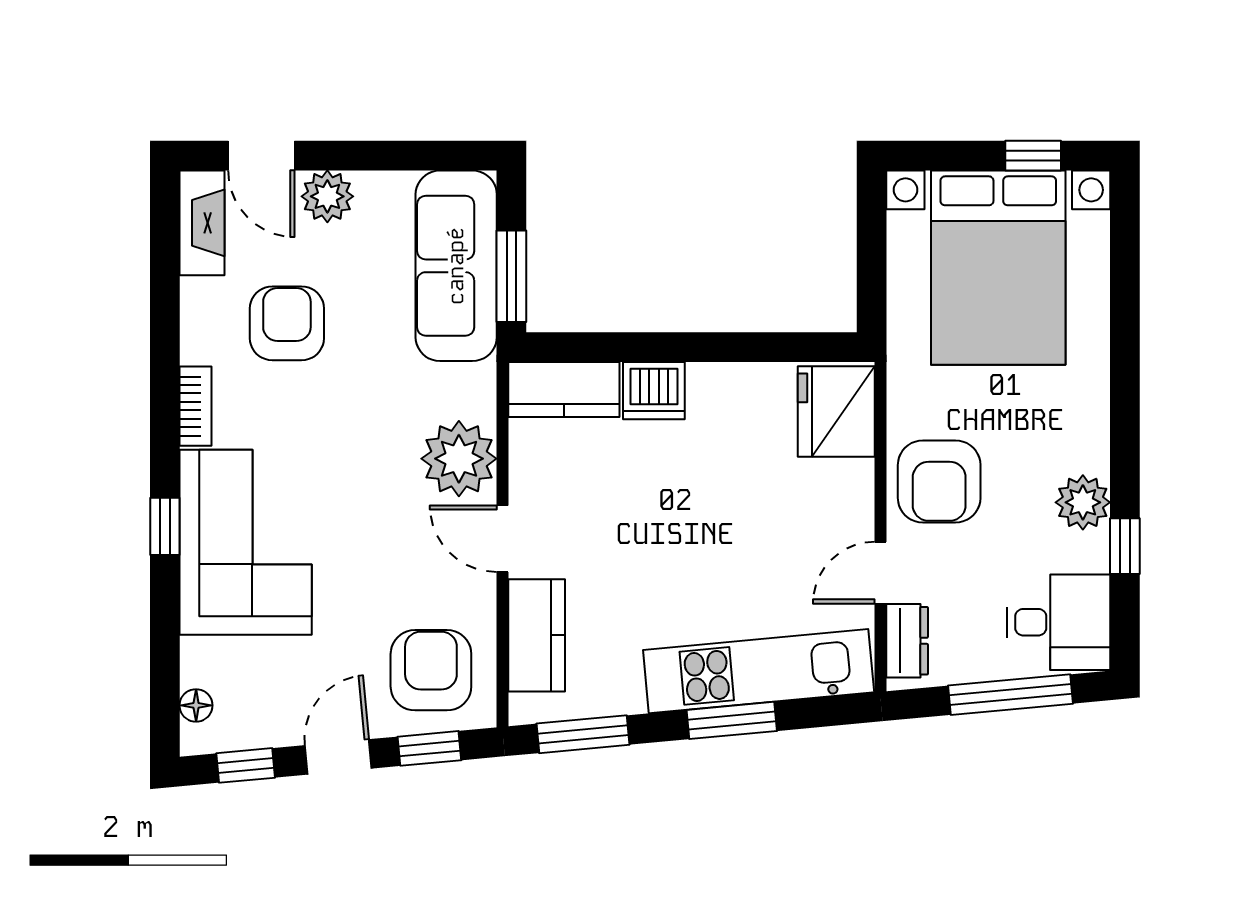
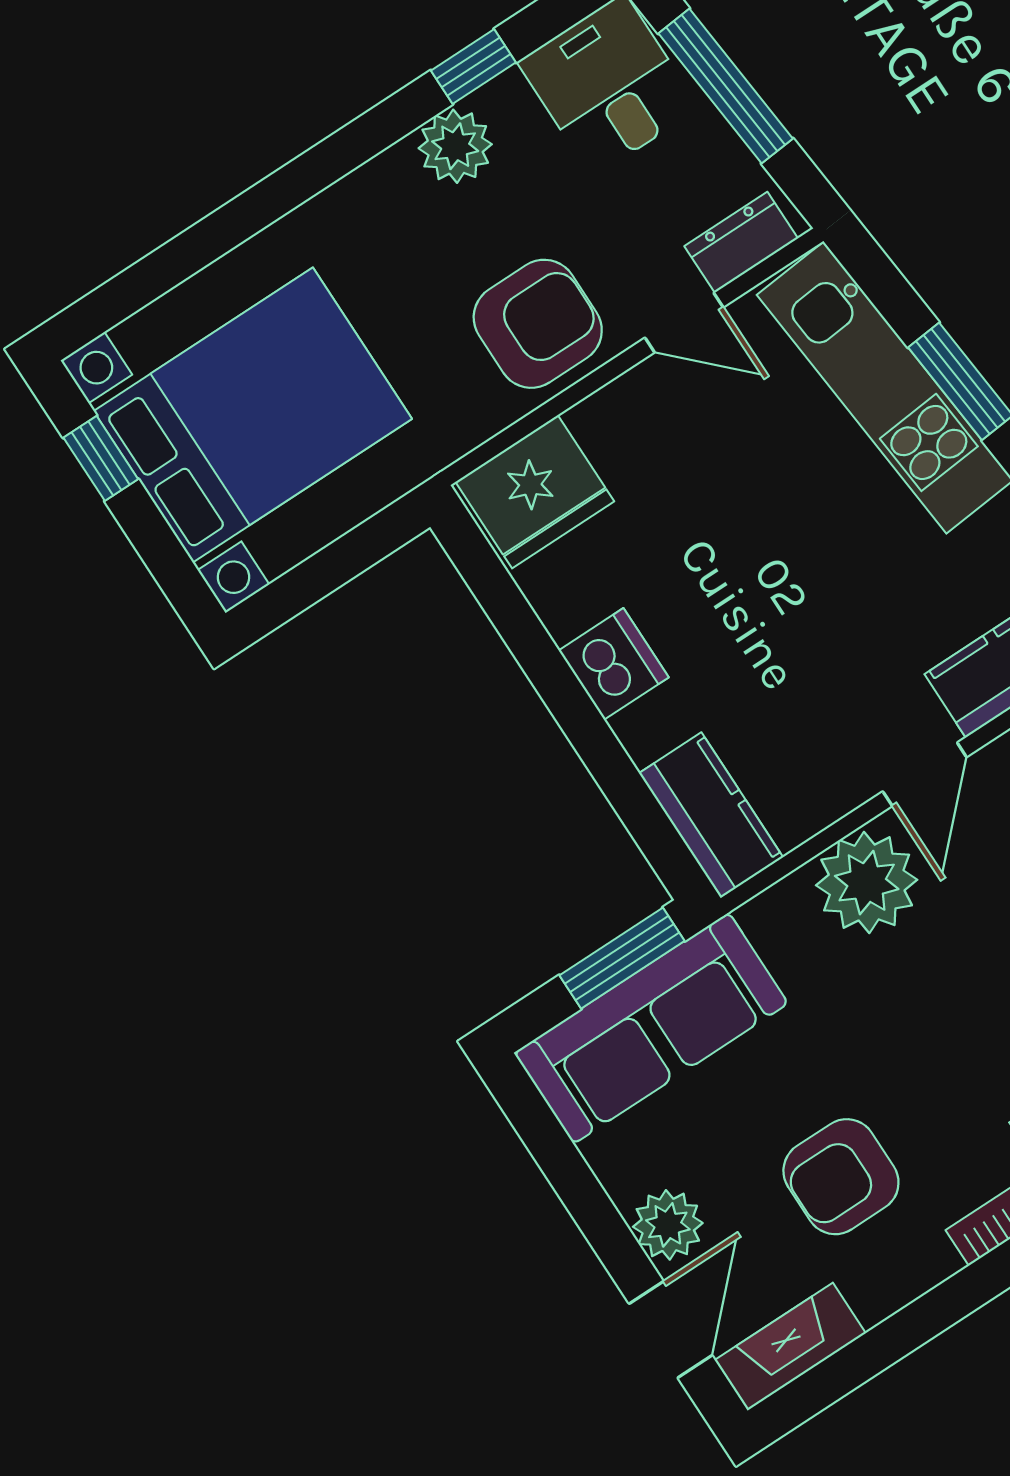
dishwasher: (654, 391) -> (614, 664), moved

